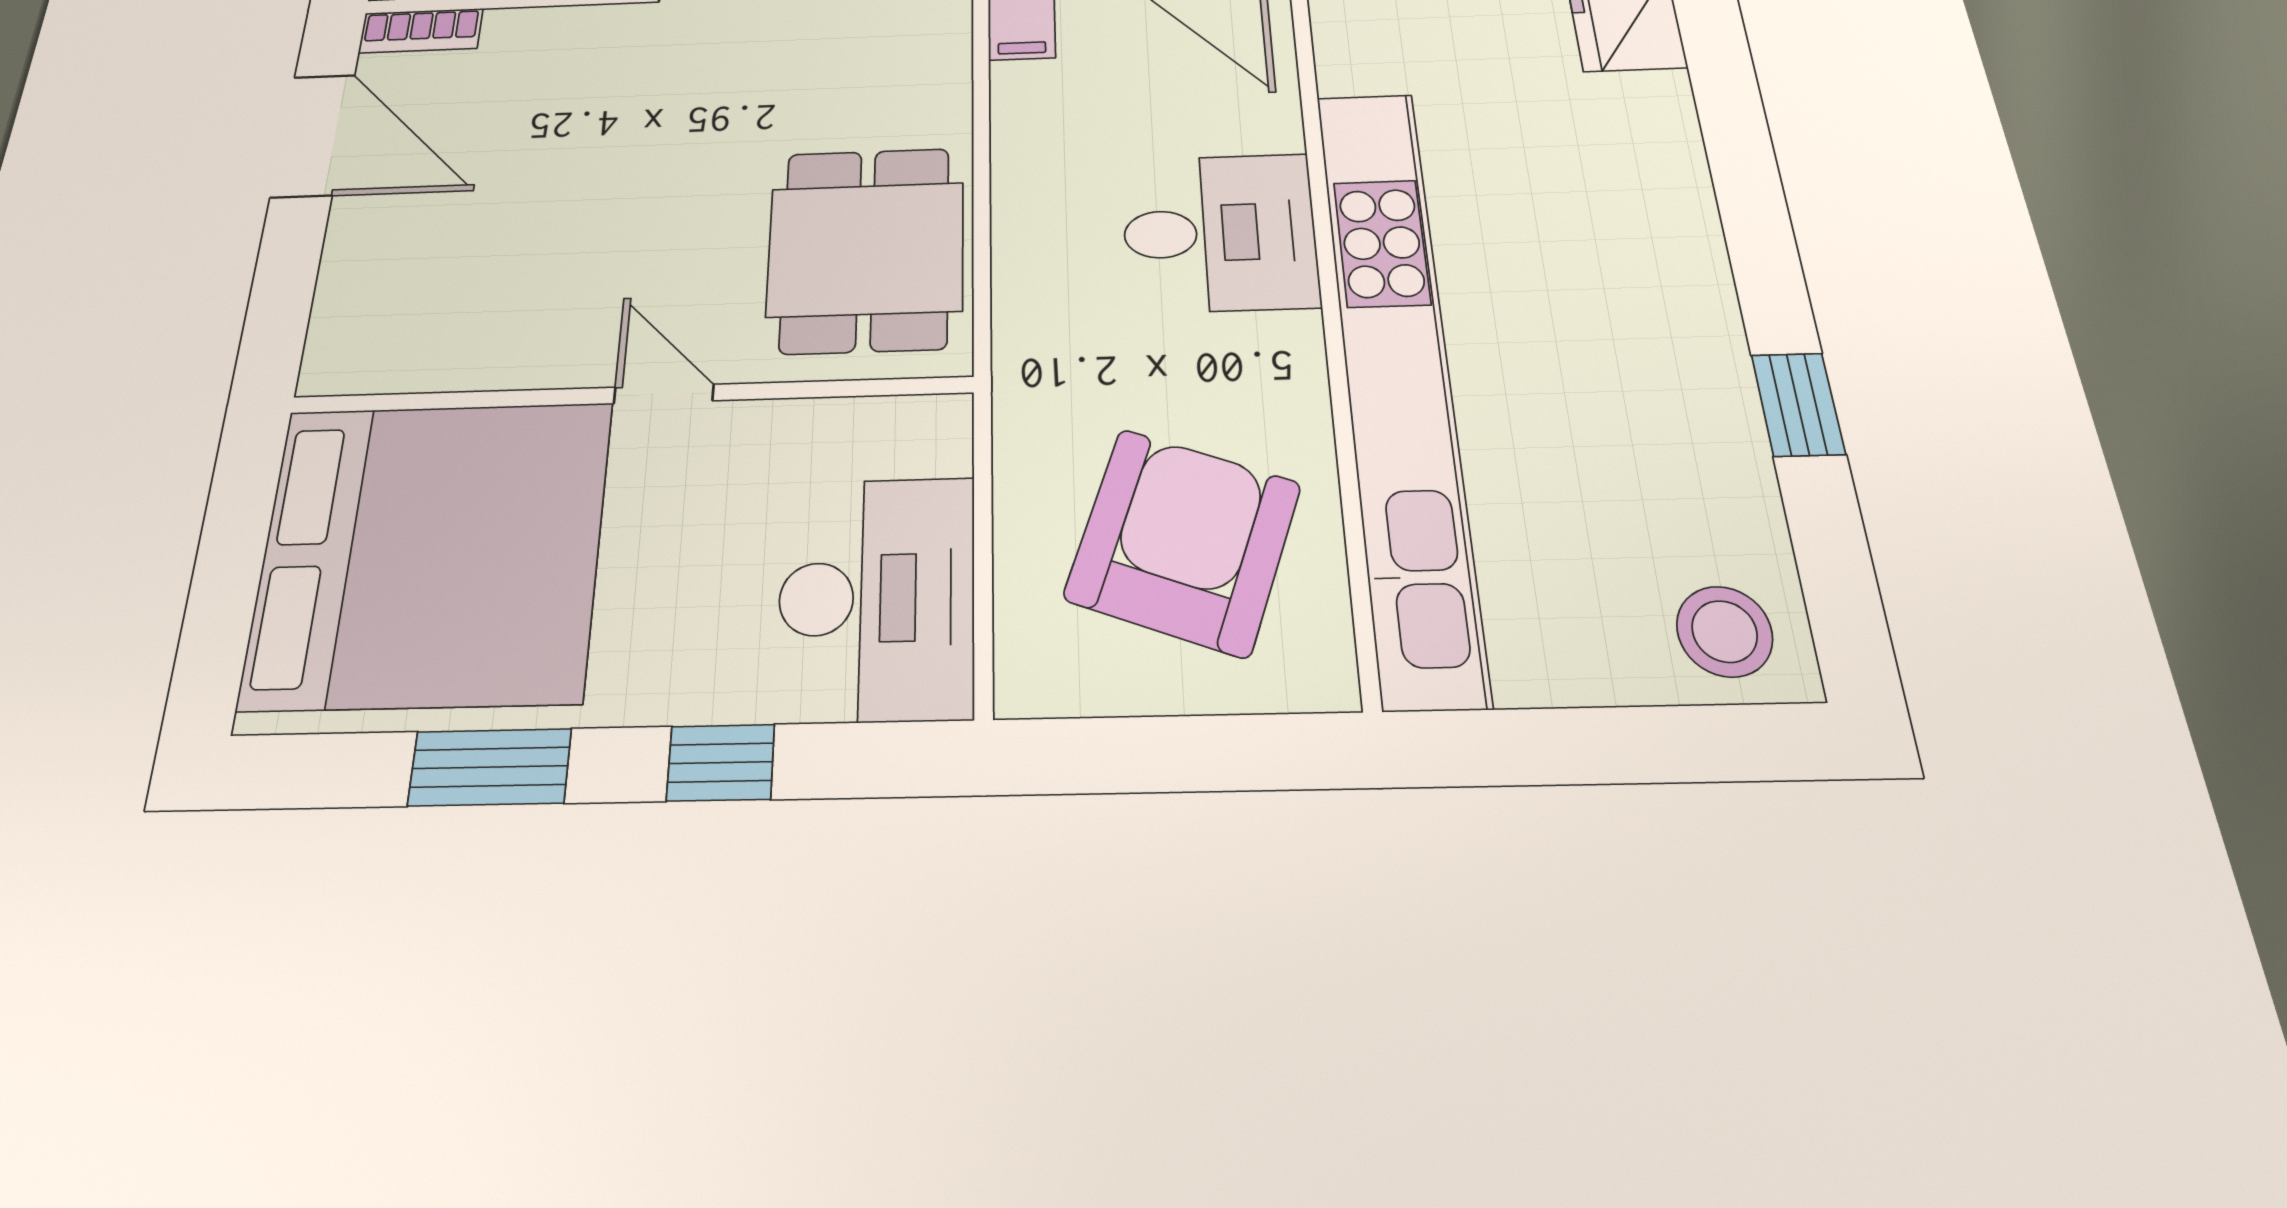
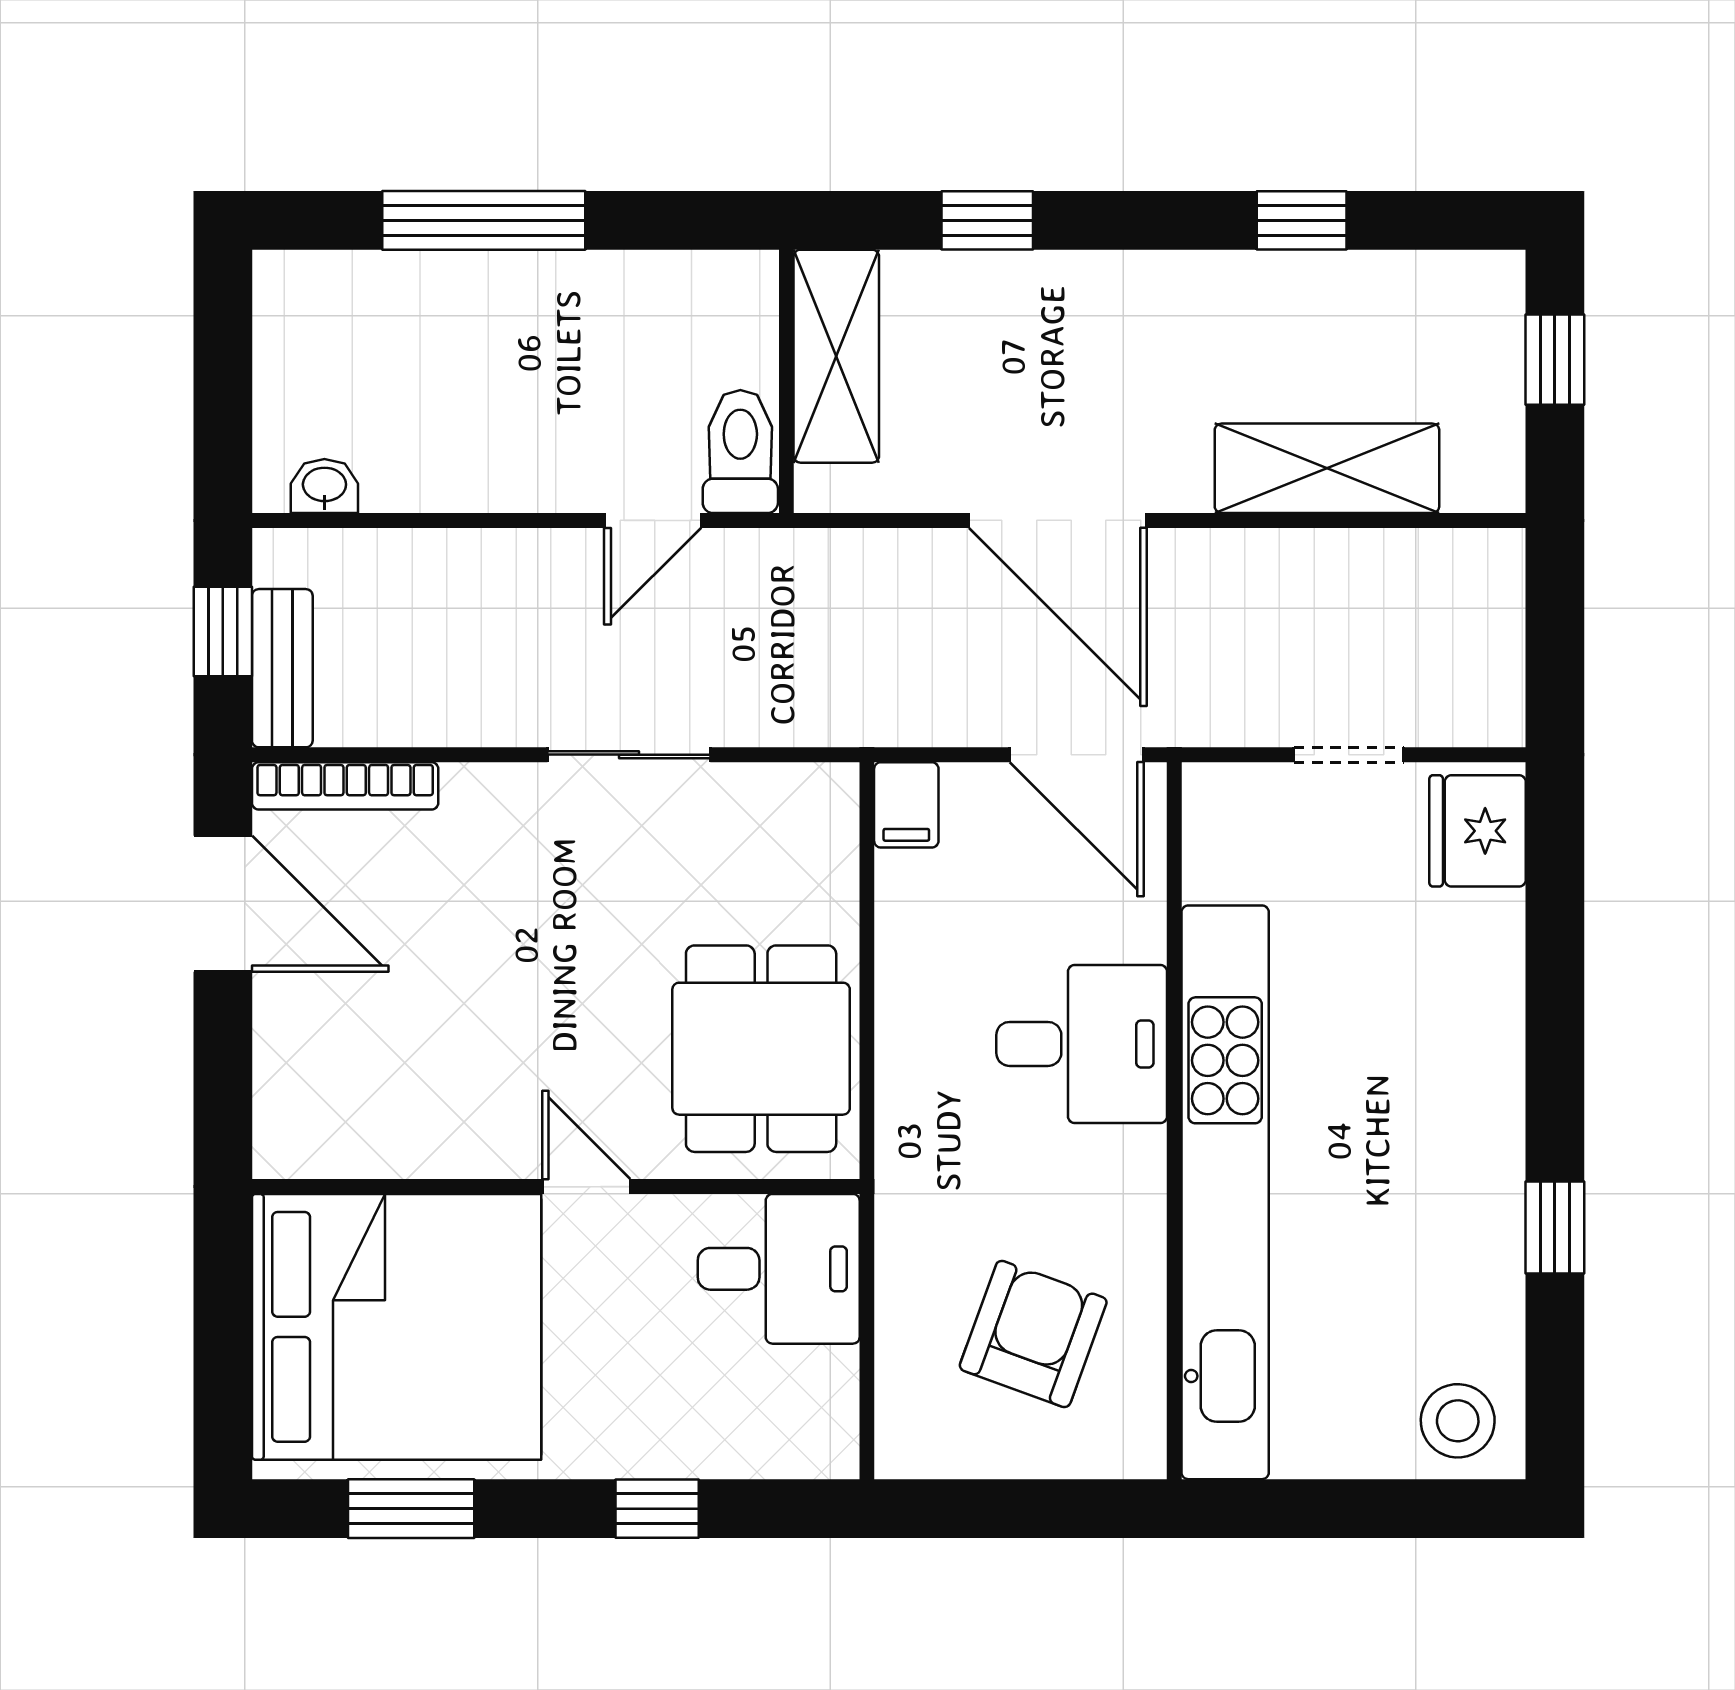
bookcase: (421, 31) -> (345, 786), width x1.56
armchair: (1183, 541) -> (1033, 1334), width x0.73, depth x0.73
desk: (877, 598) -> (779, 1269), moved, width x0.73
window: (490, 767) -> (411, 1509), moved

